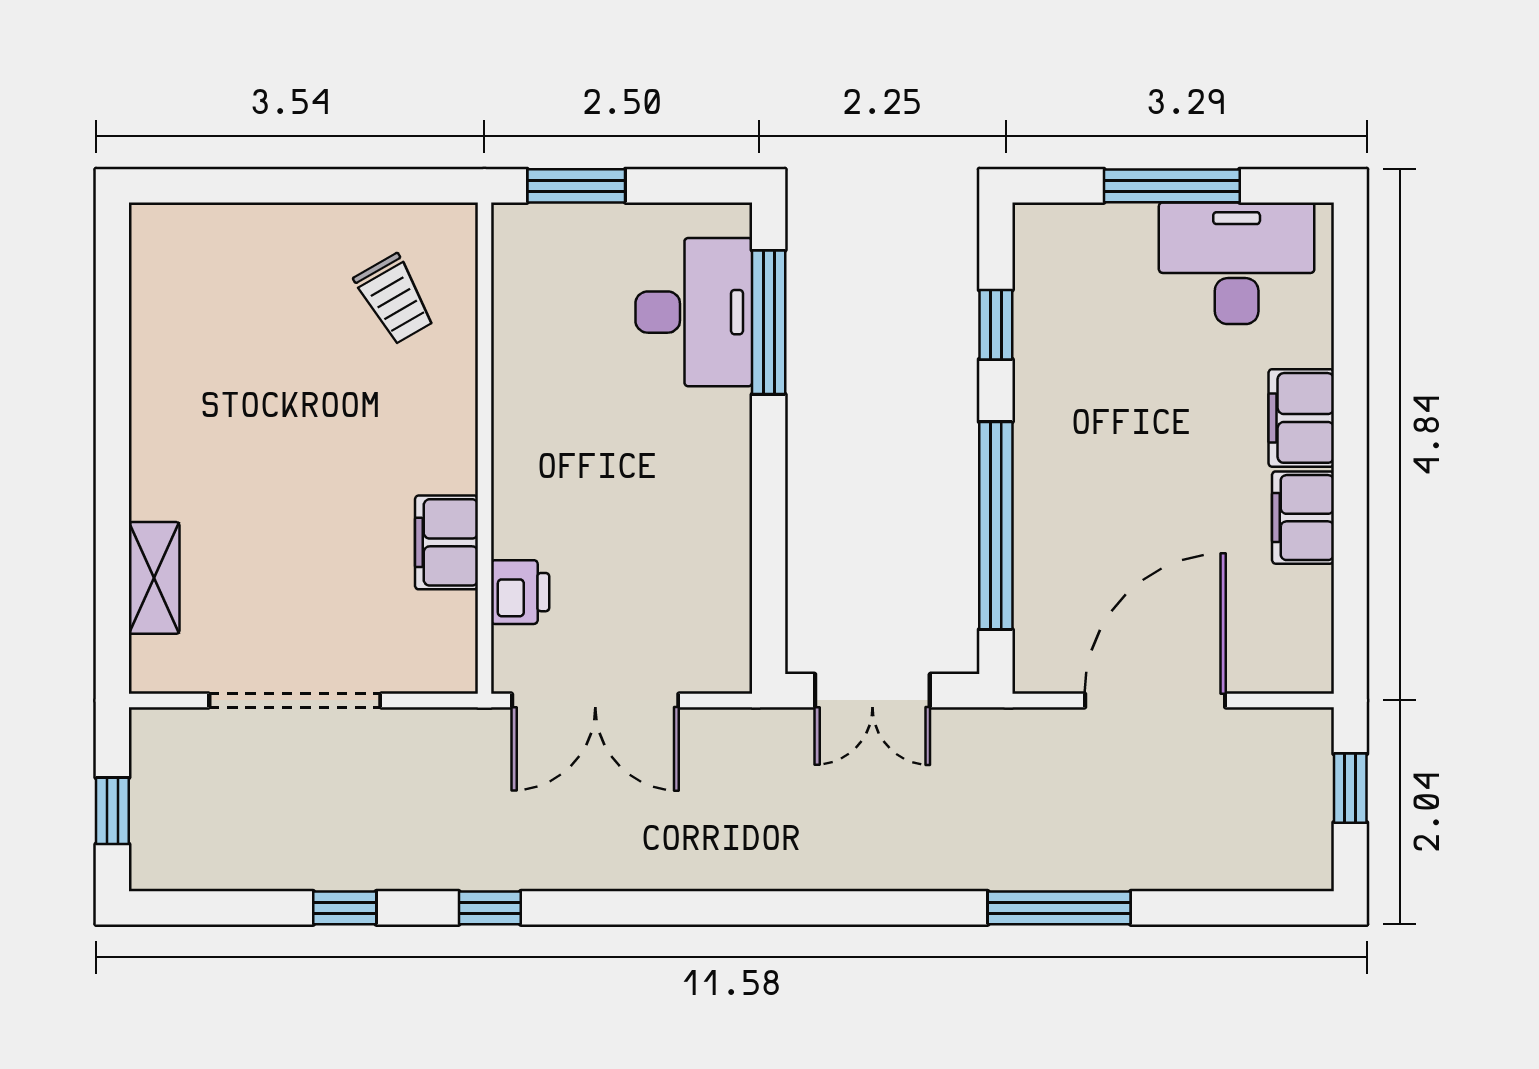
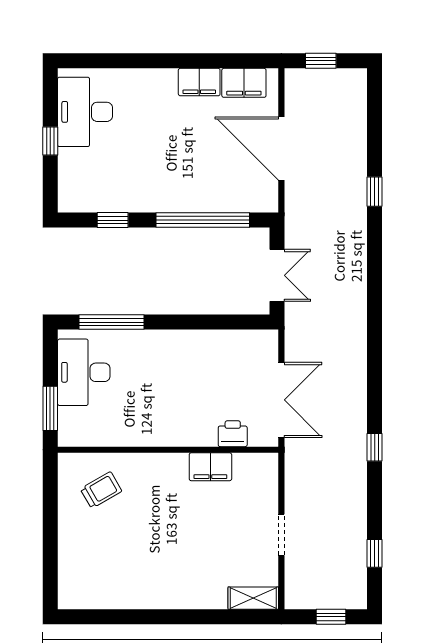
window: (1172, 186) -> (50, 141), width x0.46
desk: (694, 312) -> (84, 372), moved, turned -90
filing cabinet: (1301, 418) -> (244, 83), moved
shelving: (154, 578) -> (253, 598), moved
doorway: (295, 700) -> (281, 535), width x0.53
window: (345, 908) -> (375, 553), moved
window: (1059, 908) -> (375, 192), width x0.46

